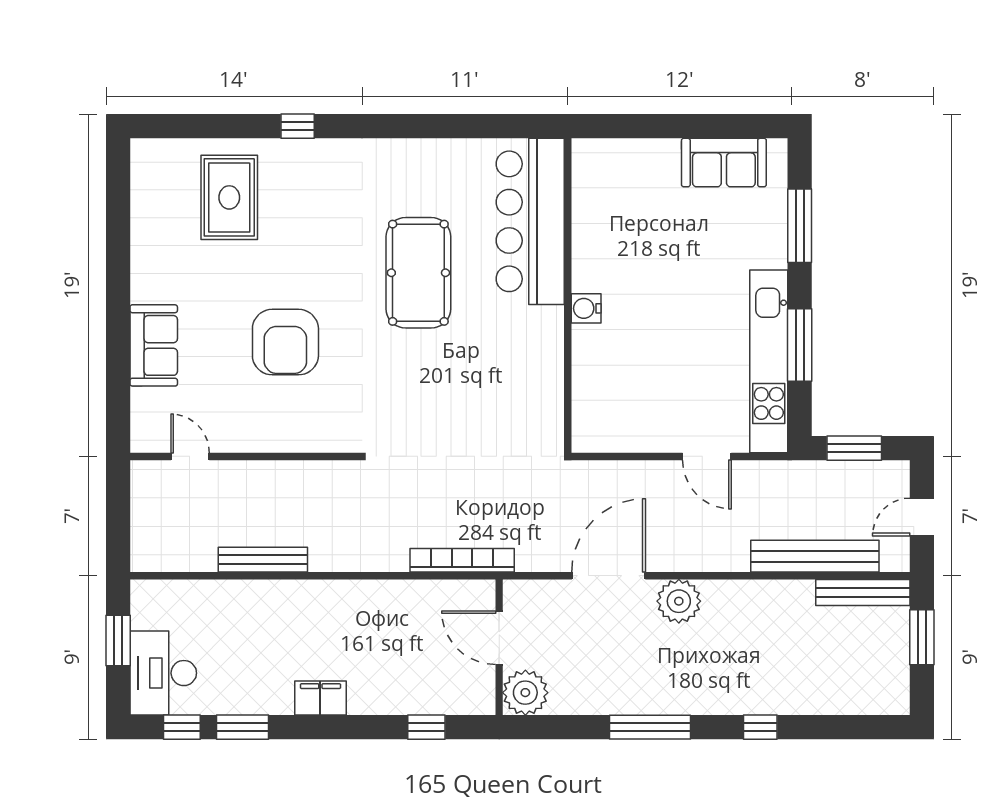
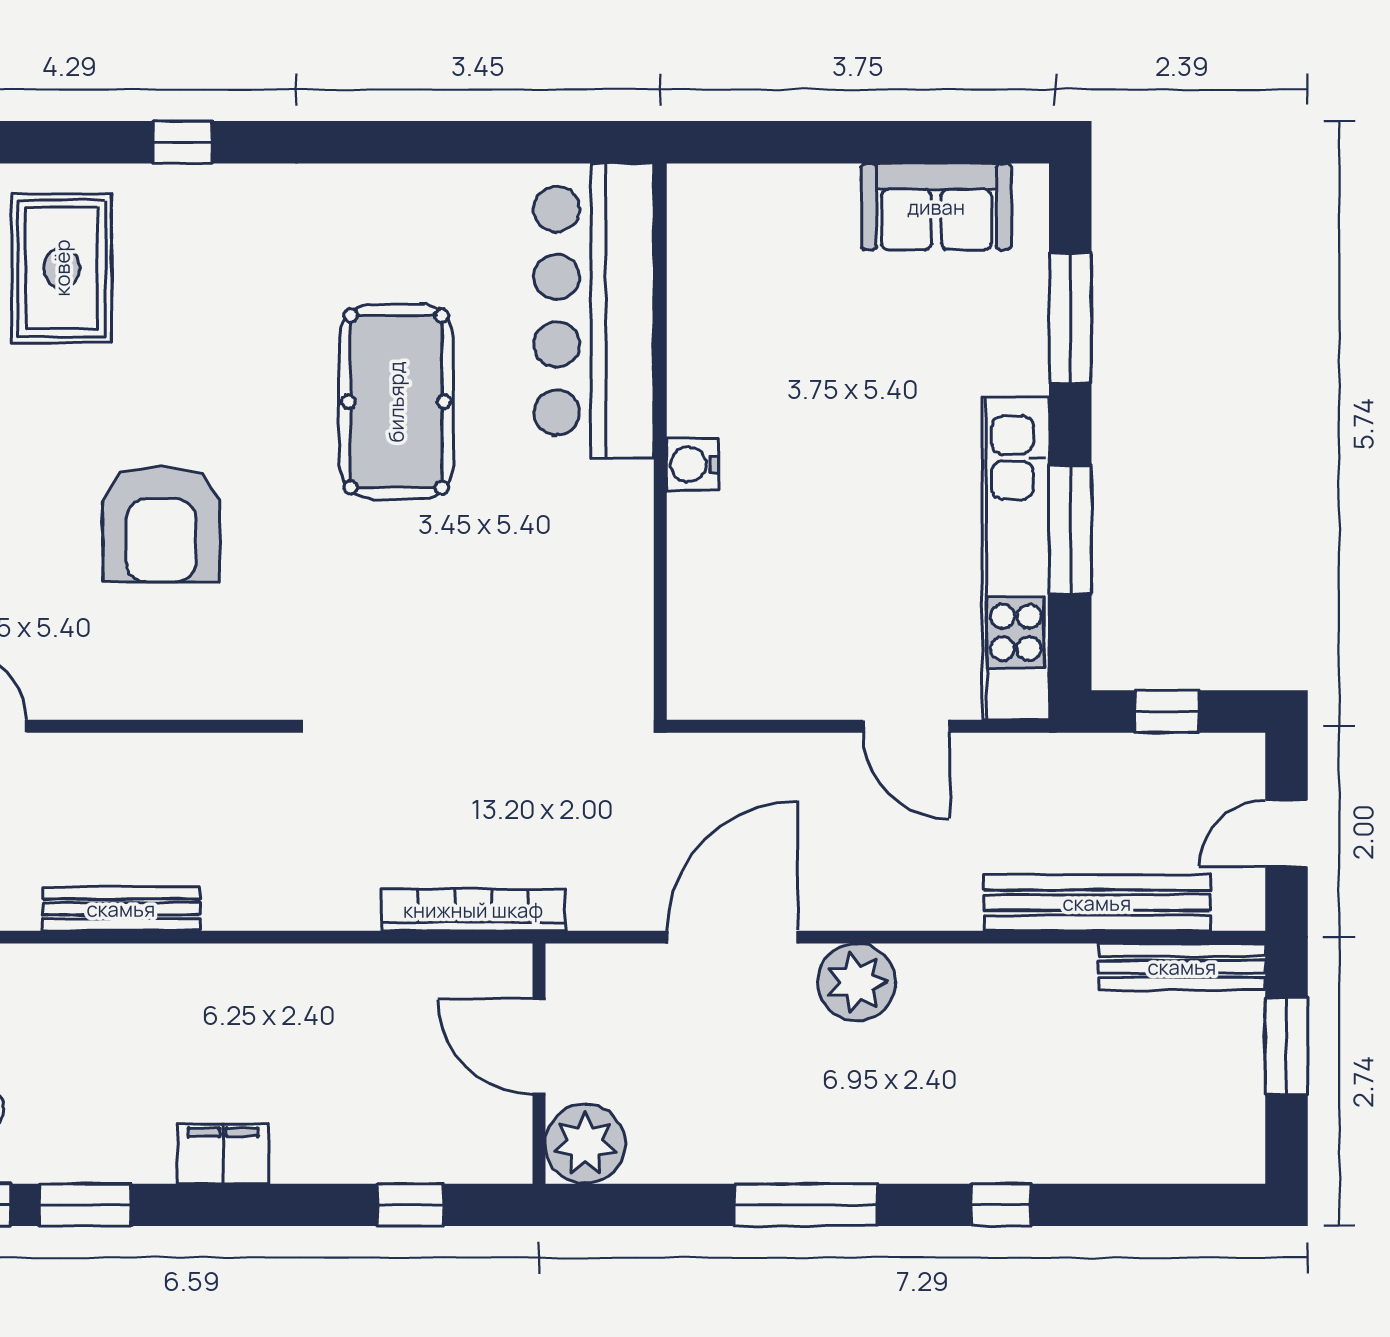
window: (854, 448) -> (1167, 712), width x0.67

